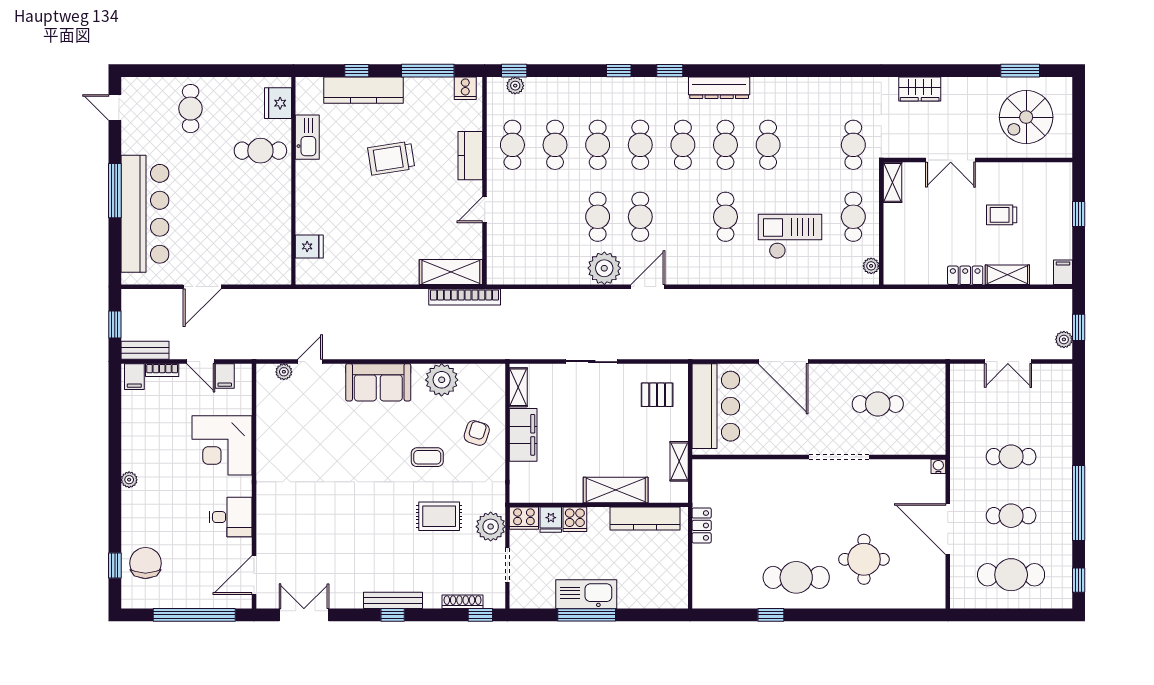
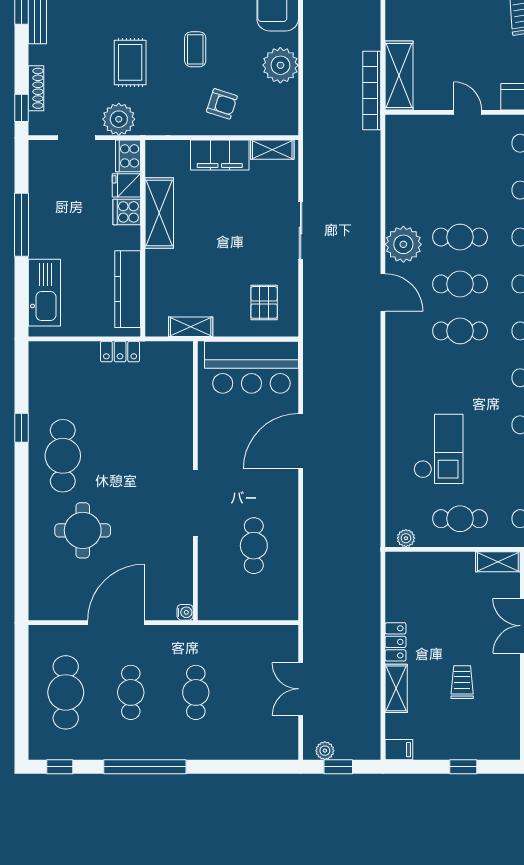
cafe table: (725, 217) -> (460, 331), moved
shelving: (616, 490) -> (159, 213), moved
kitchen sink: (586, 594) -> (44, 293), moved

